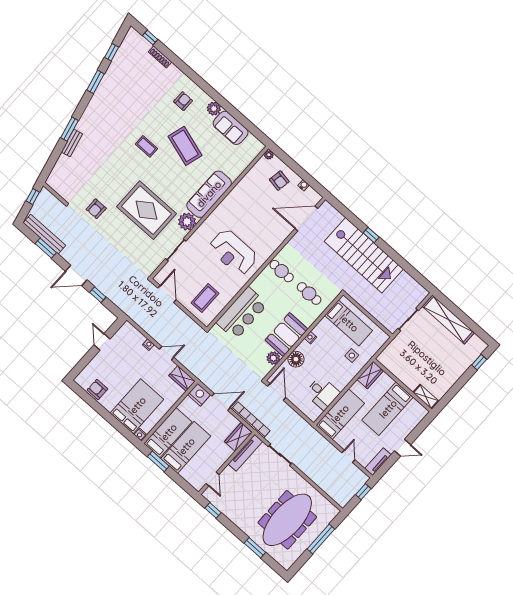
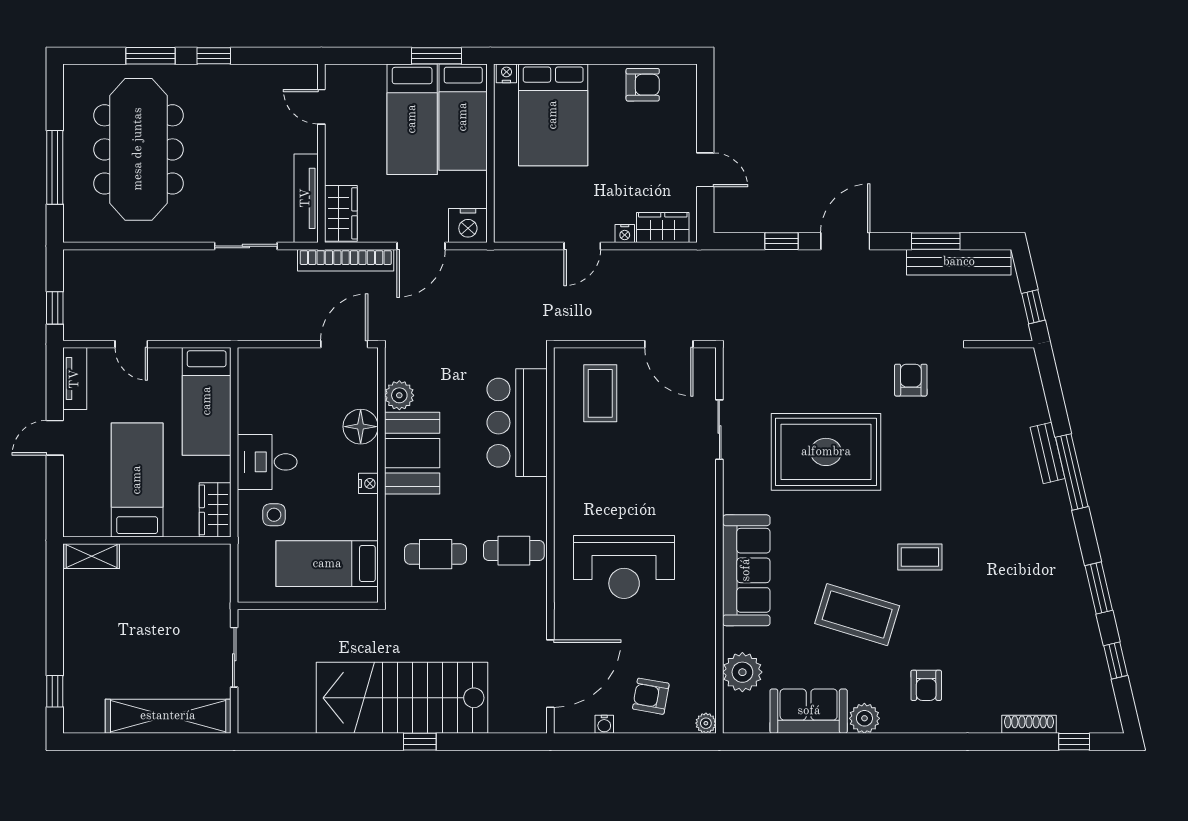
window: (70, 129) -> (1072, 472), width x1.44
plant: (187, 222) -> (742, 672), moved
reception desk: (233, 252) -> (624, 567), moved, turned 180
wardrobe: (182, 378) -> (663, 228), moved
door: (277, 392) -> (344, 344), swing flipped
desk: (322, 393) -> (267, 462), moved
window: (213, 510) -> (214, 56), moved

